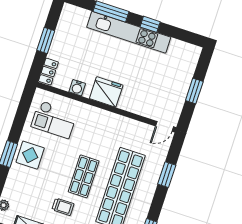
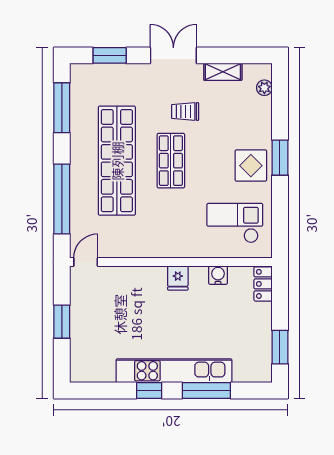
window: (46, 40) -> (280, 347), moved
fridge: (106, 92) -> (178, 278), width x0.53, depth x0.75
window: (167, 175) -> (62, 199), width x2.11

